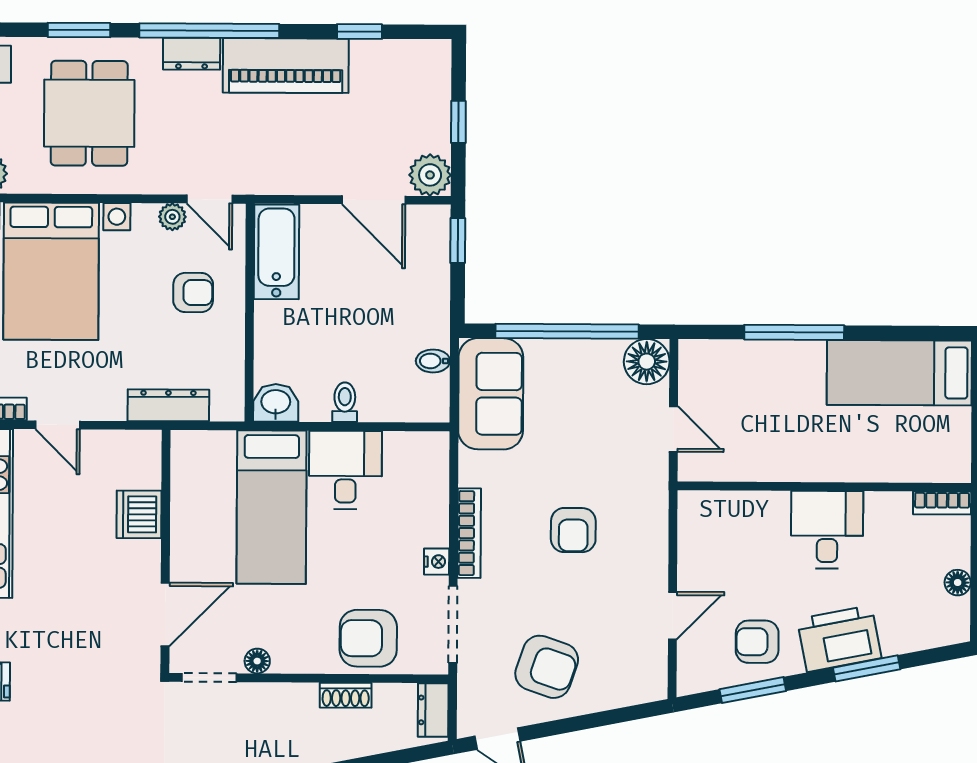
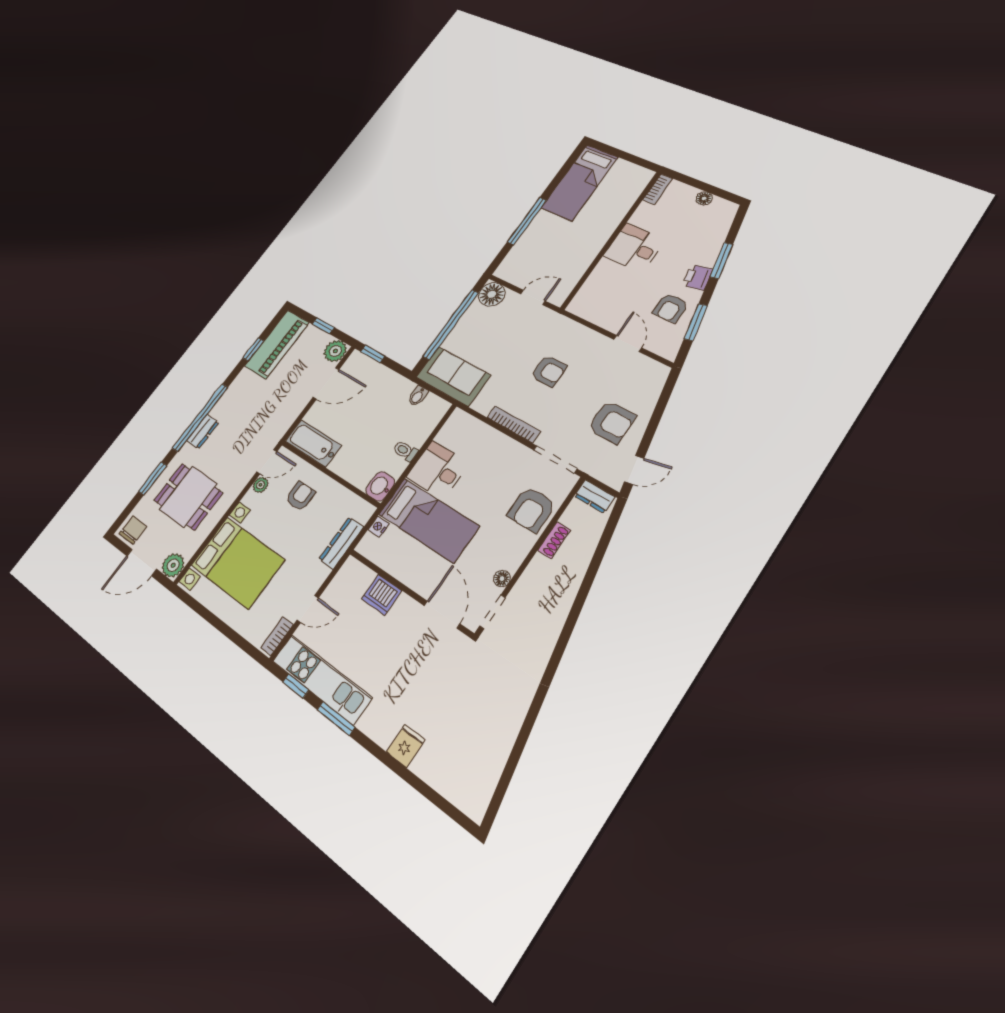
piano: (286, 66) -> (277, 344), moved
nightstand: (437, 562) -> (379, 527), moved, turned -90
printer: (839, 639) -> (697, 277), width x0.53, depth x0.68
armchair: (547, 667) -> (612, 422), turned 71

